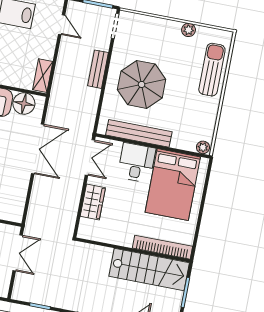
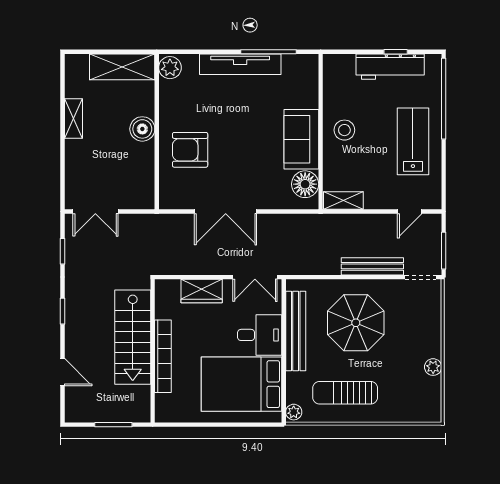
bench: (98, 69) -> (372, 266), width x1.36
sun lounger: (212, 70) -> (345, 393), moved, turned 180
double door: (38, 149) -> (226, 212), moved
bookcase: (162, 247) -> (163, 356), moved
double door: (18, 253) -> (95, 212), moved
stairs: (149, 269) -> (133, 337), moved

